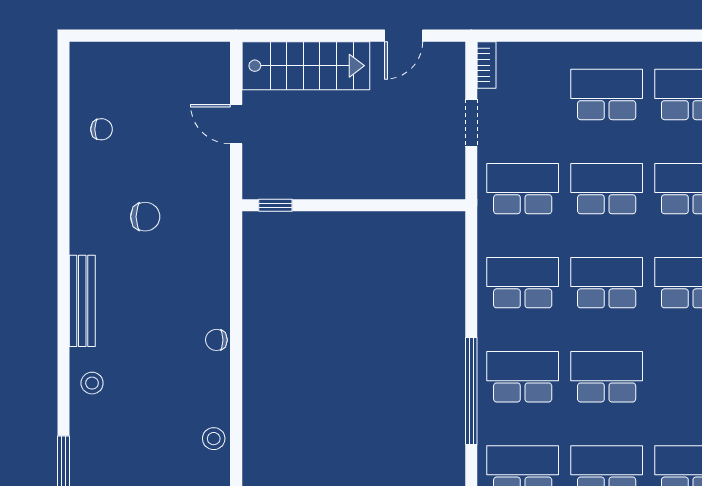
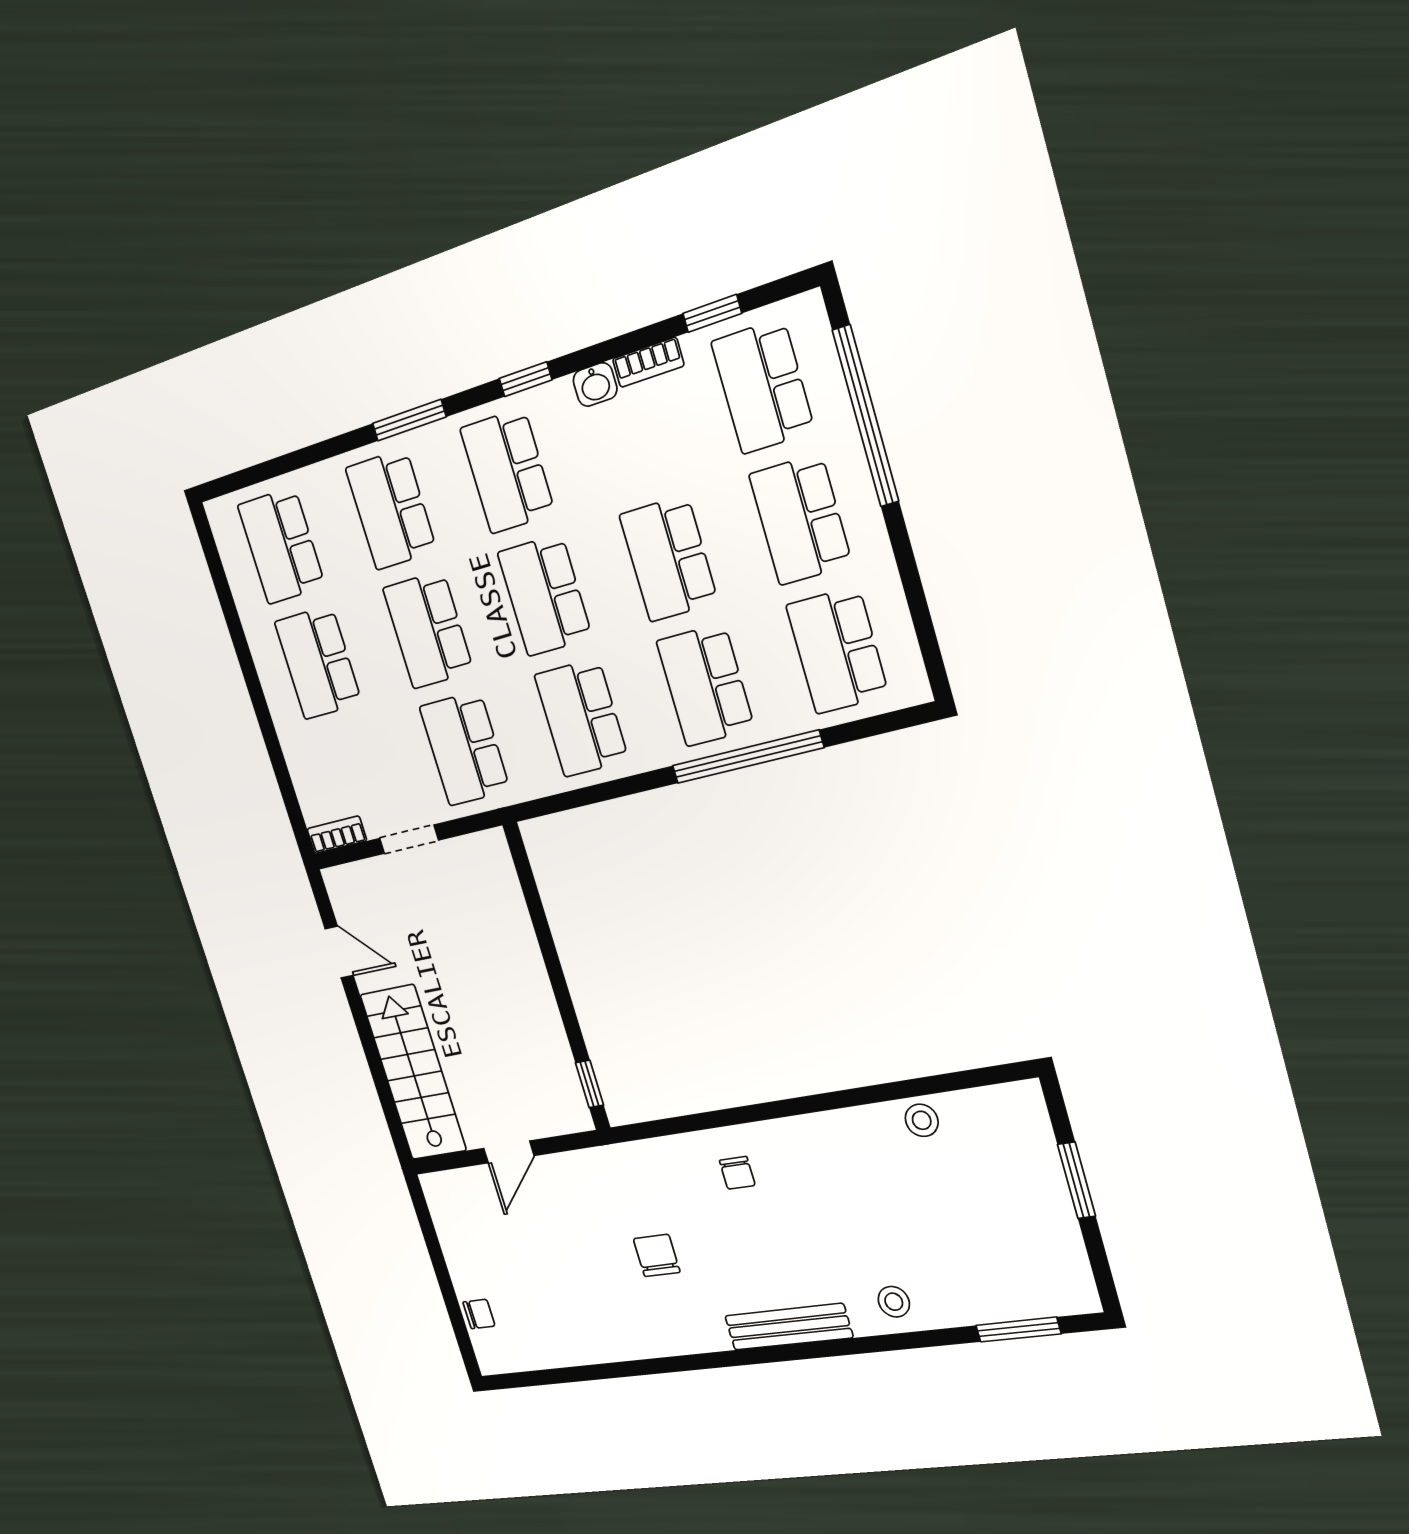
chair: (102, 129) -> (479, 1314), moved, turned 90
chair: (216, 340) -> (737, 1173), moved

